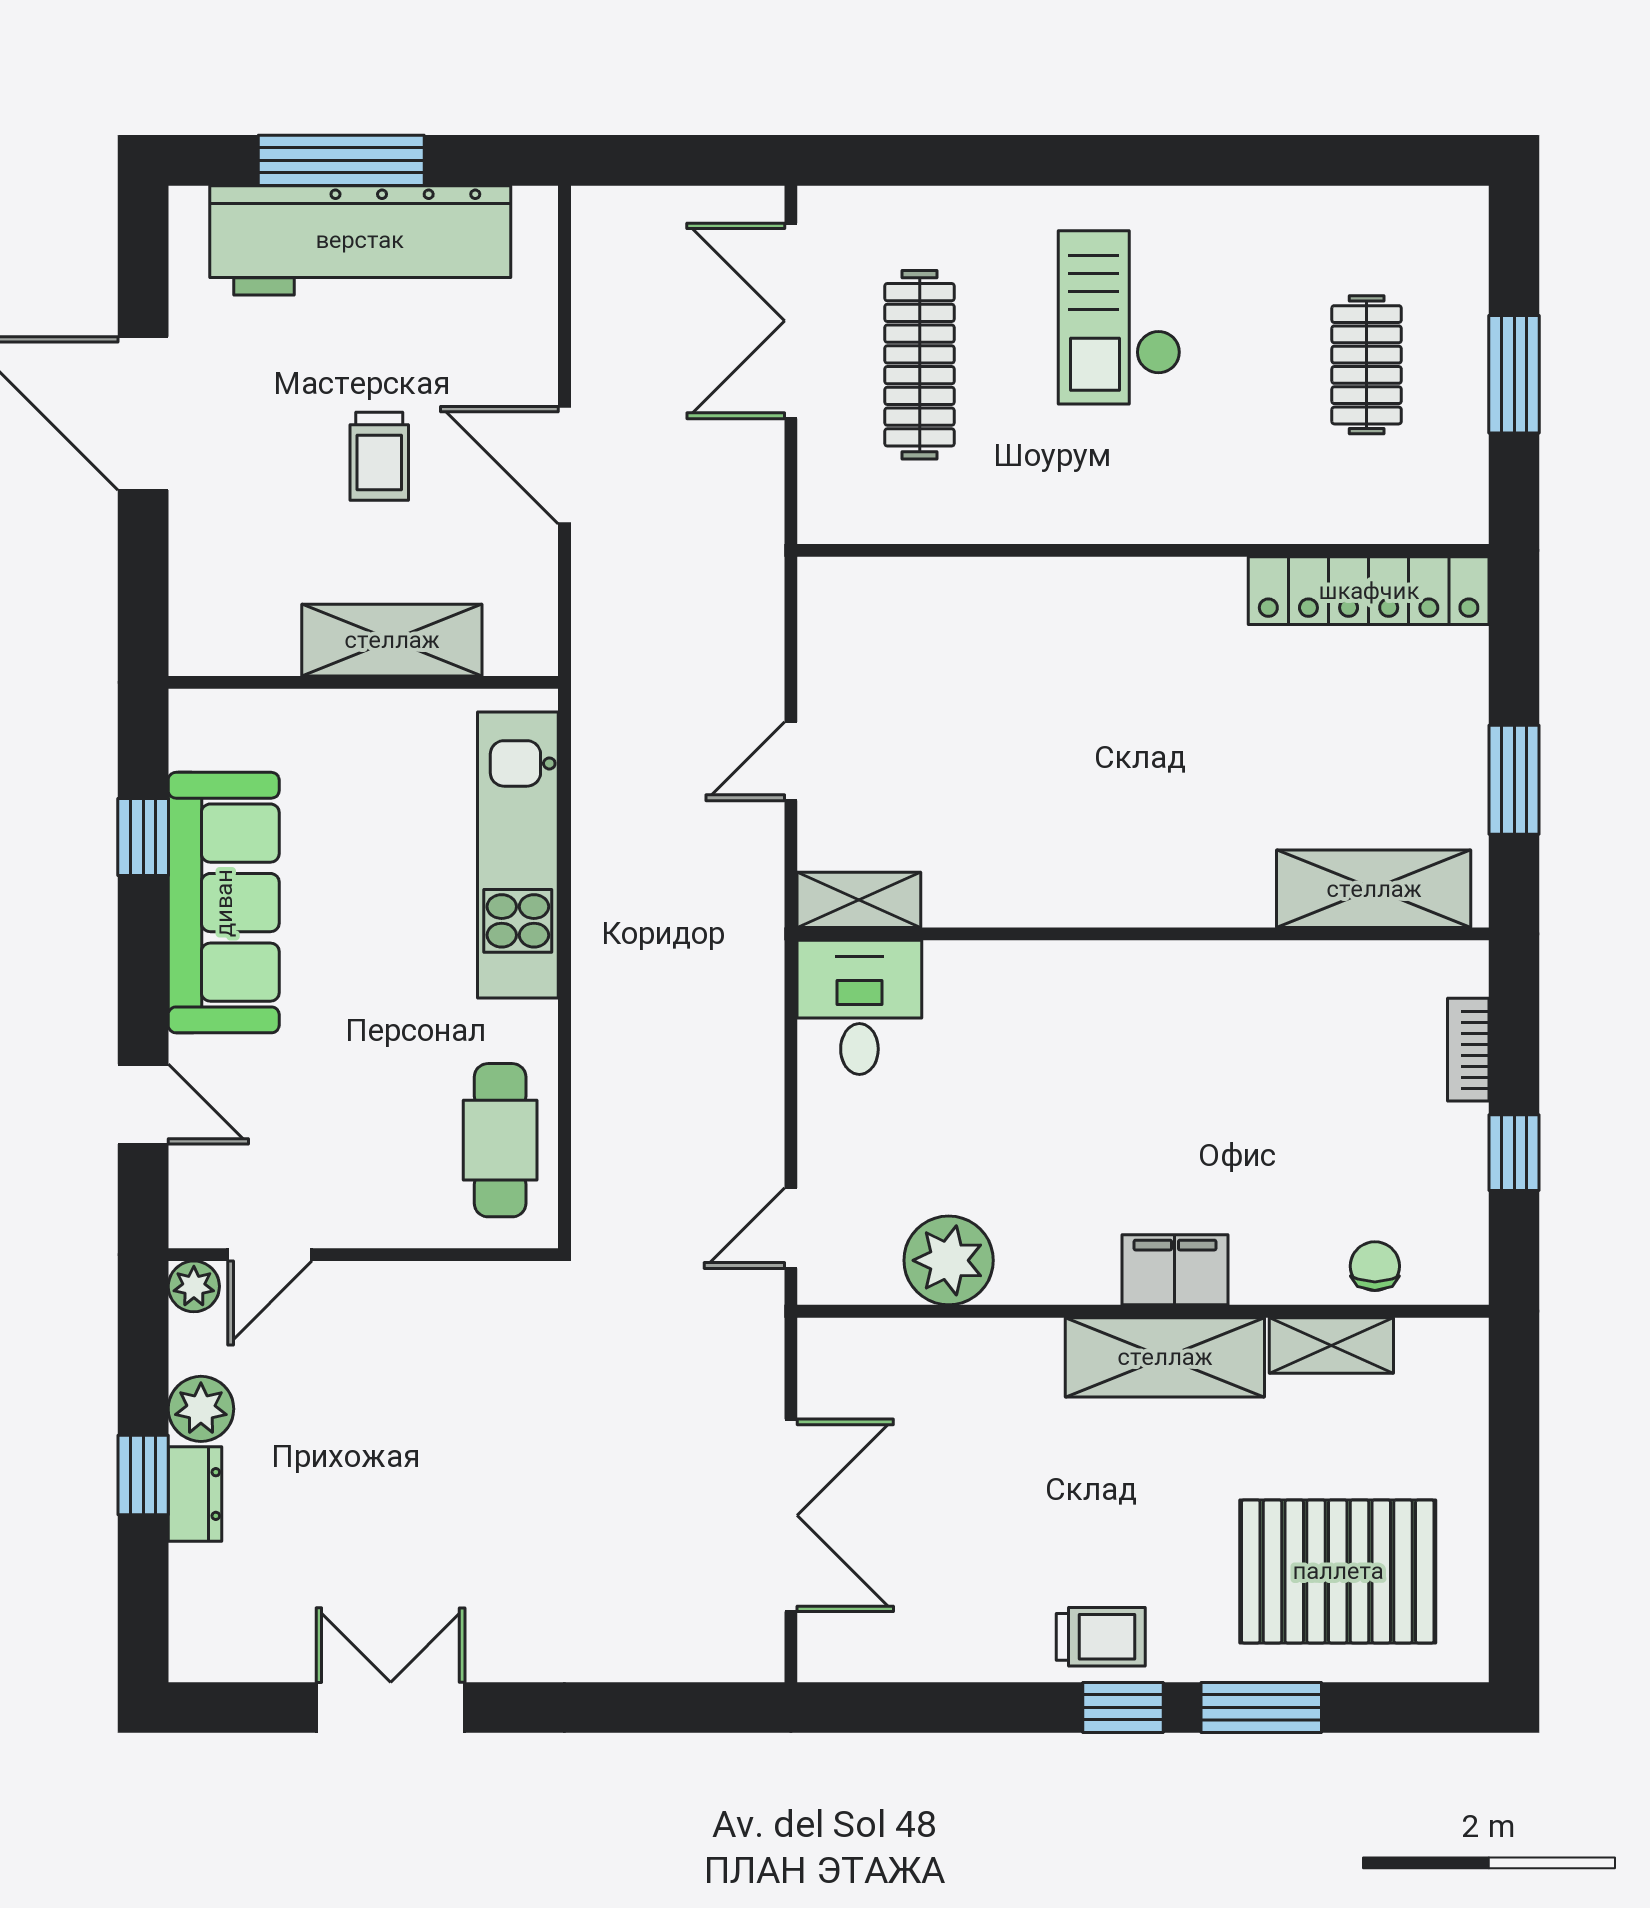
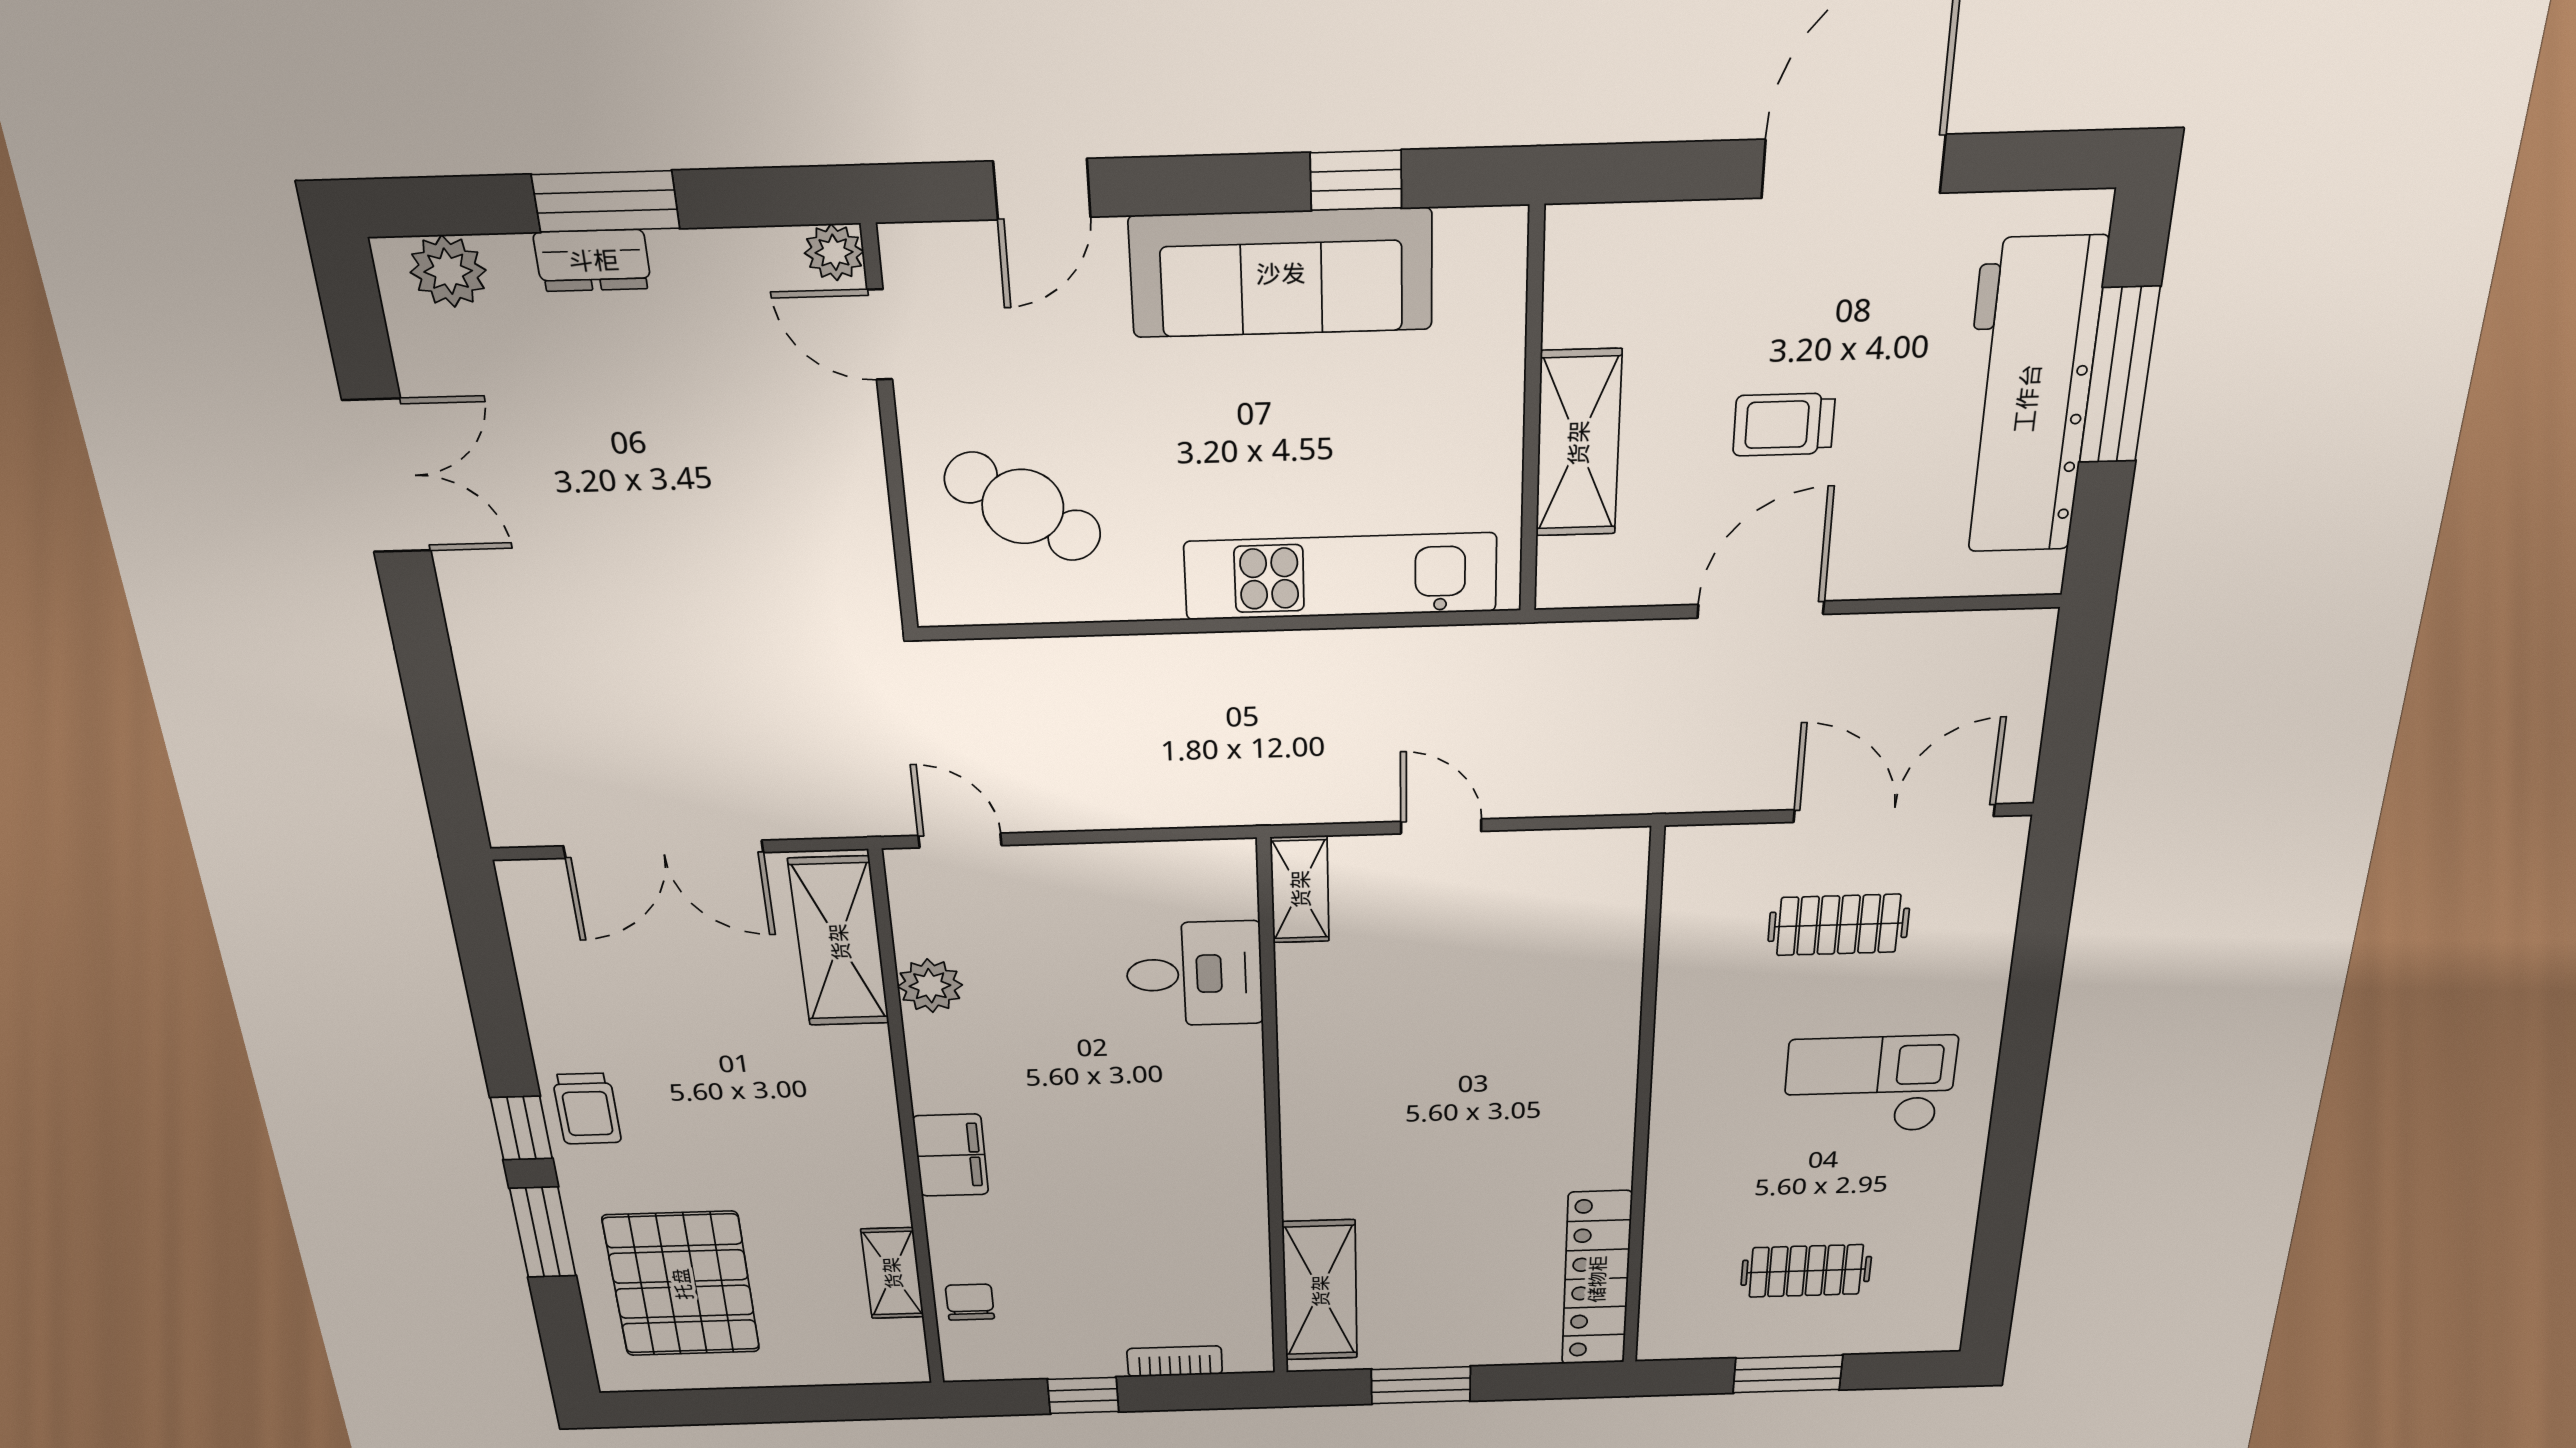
clothes rail: (920, 365) -> (1839, 925), width x0.73
desk: (859, 1007) -> (1194, 974), moved
cafe table: (500, 1140) -> (1023, 507), moved, turned 34
plant: (949, 1260) -> (930, 986), width x0.73, depth x0.73
chair: (1375, 1266) -> (970, 1302), turned -90
shelving: (1165, 1357) -> (839, 942), moved
plant: (201, 1409) -> (448, 271), moved
window: (143, 1475) -> (606, 202), width x1.50

